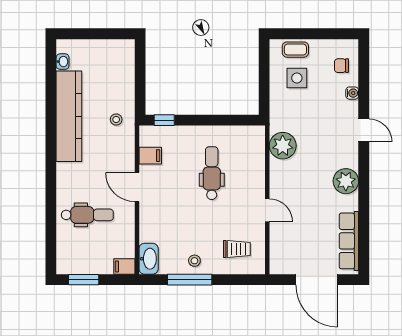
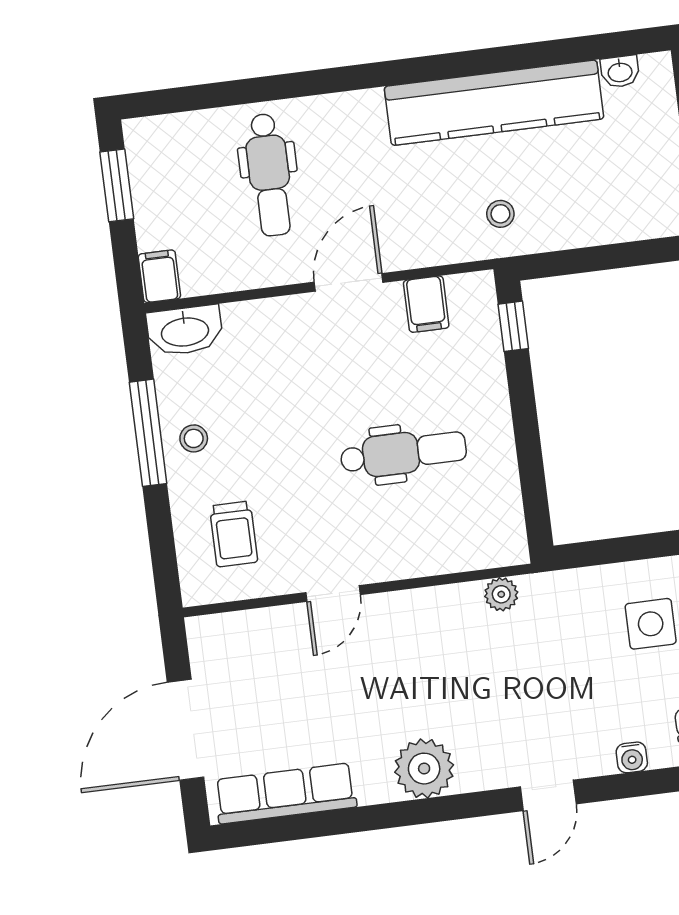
plant: (283, 146) -> (501, 594), width x0.53, depth x0.53

